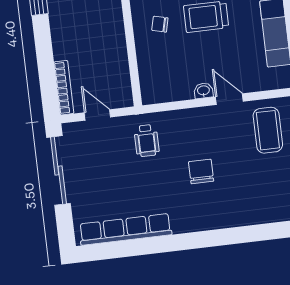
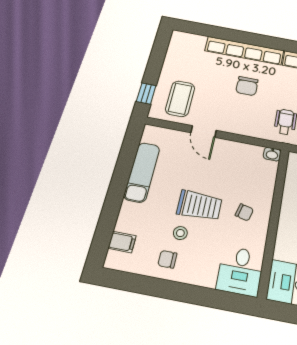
washbasin: (203, 91) -> (272, 154), moved
row of seats: (218, 218) -> (244, 51), added

